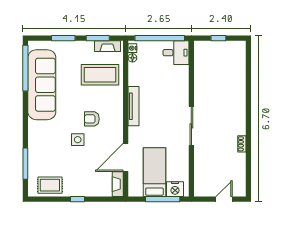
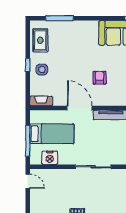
side table: (78, 140) -> (42, 70), moved
door: (126, 157) -> (80, 108), moved
nightstand: (175, 189) -> (50, 158), moved, turned -90
door: (224, 199) -> (28, 181), moved

